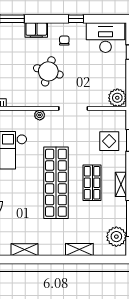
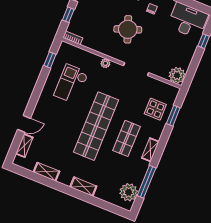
round table: (48, 71) -> (128, 29), turned -36
shelving: (79, 250) -> (83, 187), moved

